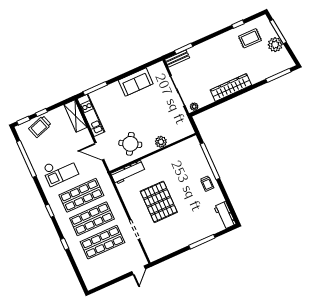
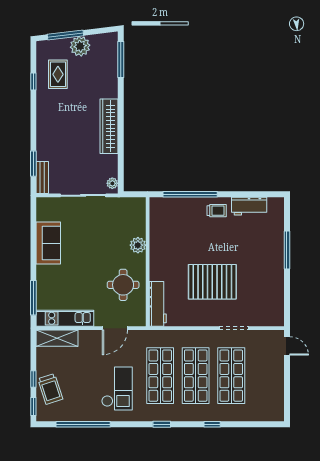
round table: (130, 144) -> (123, 285), turned -30
workbench: (225, 215) -> (249, 206), moved

